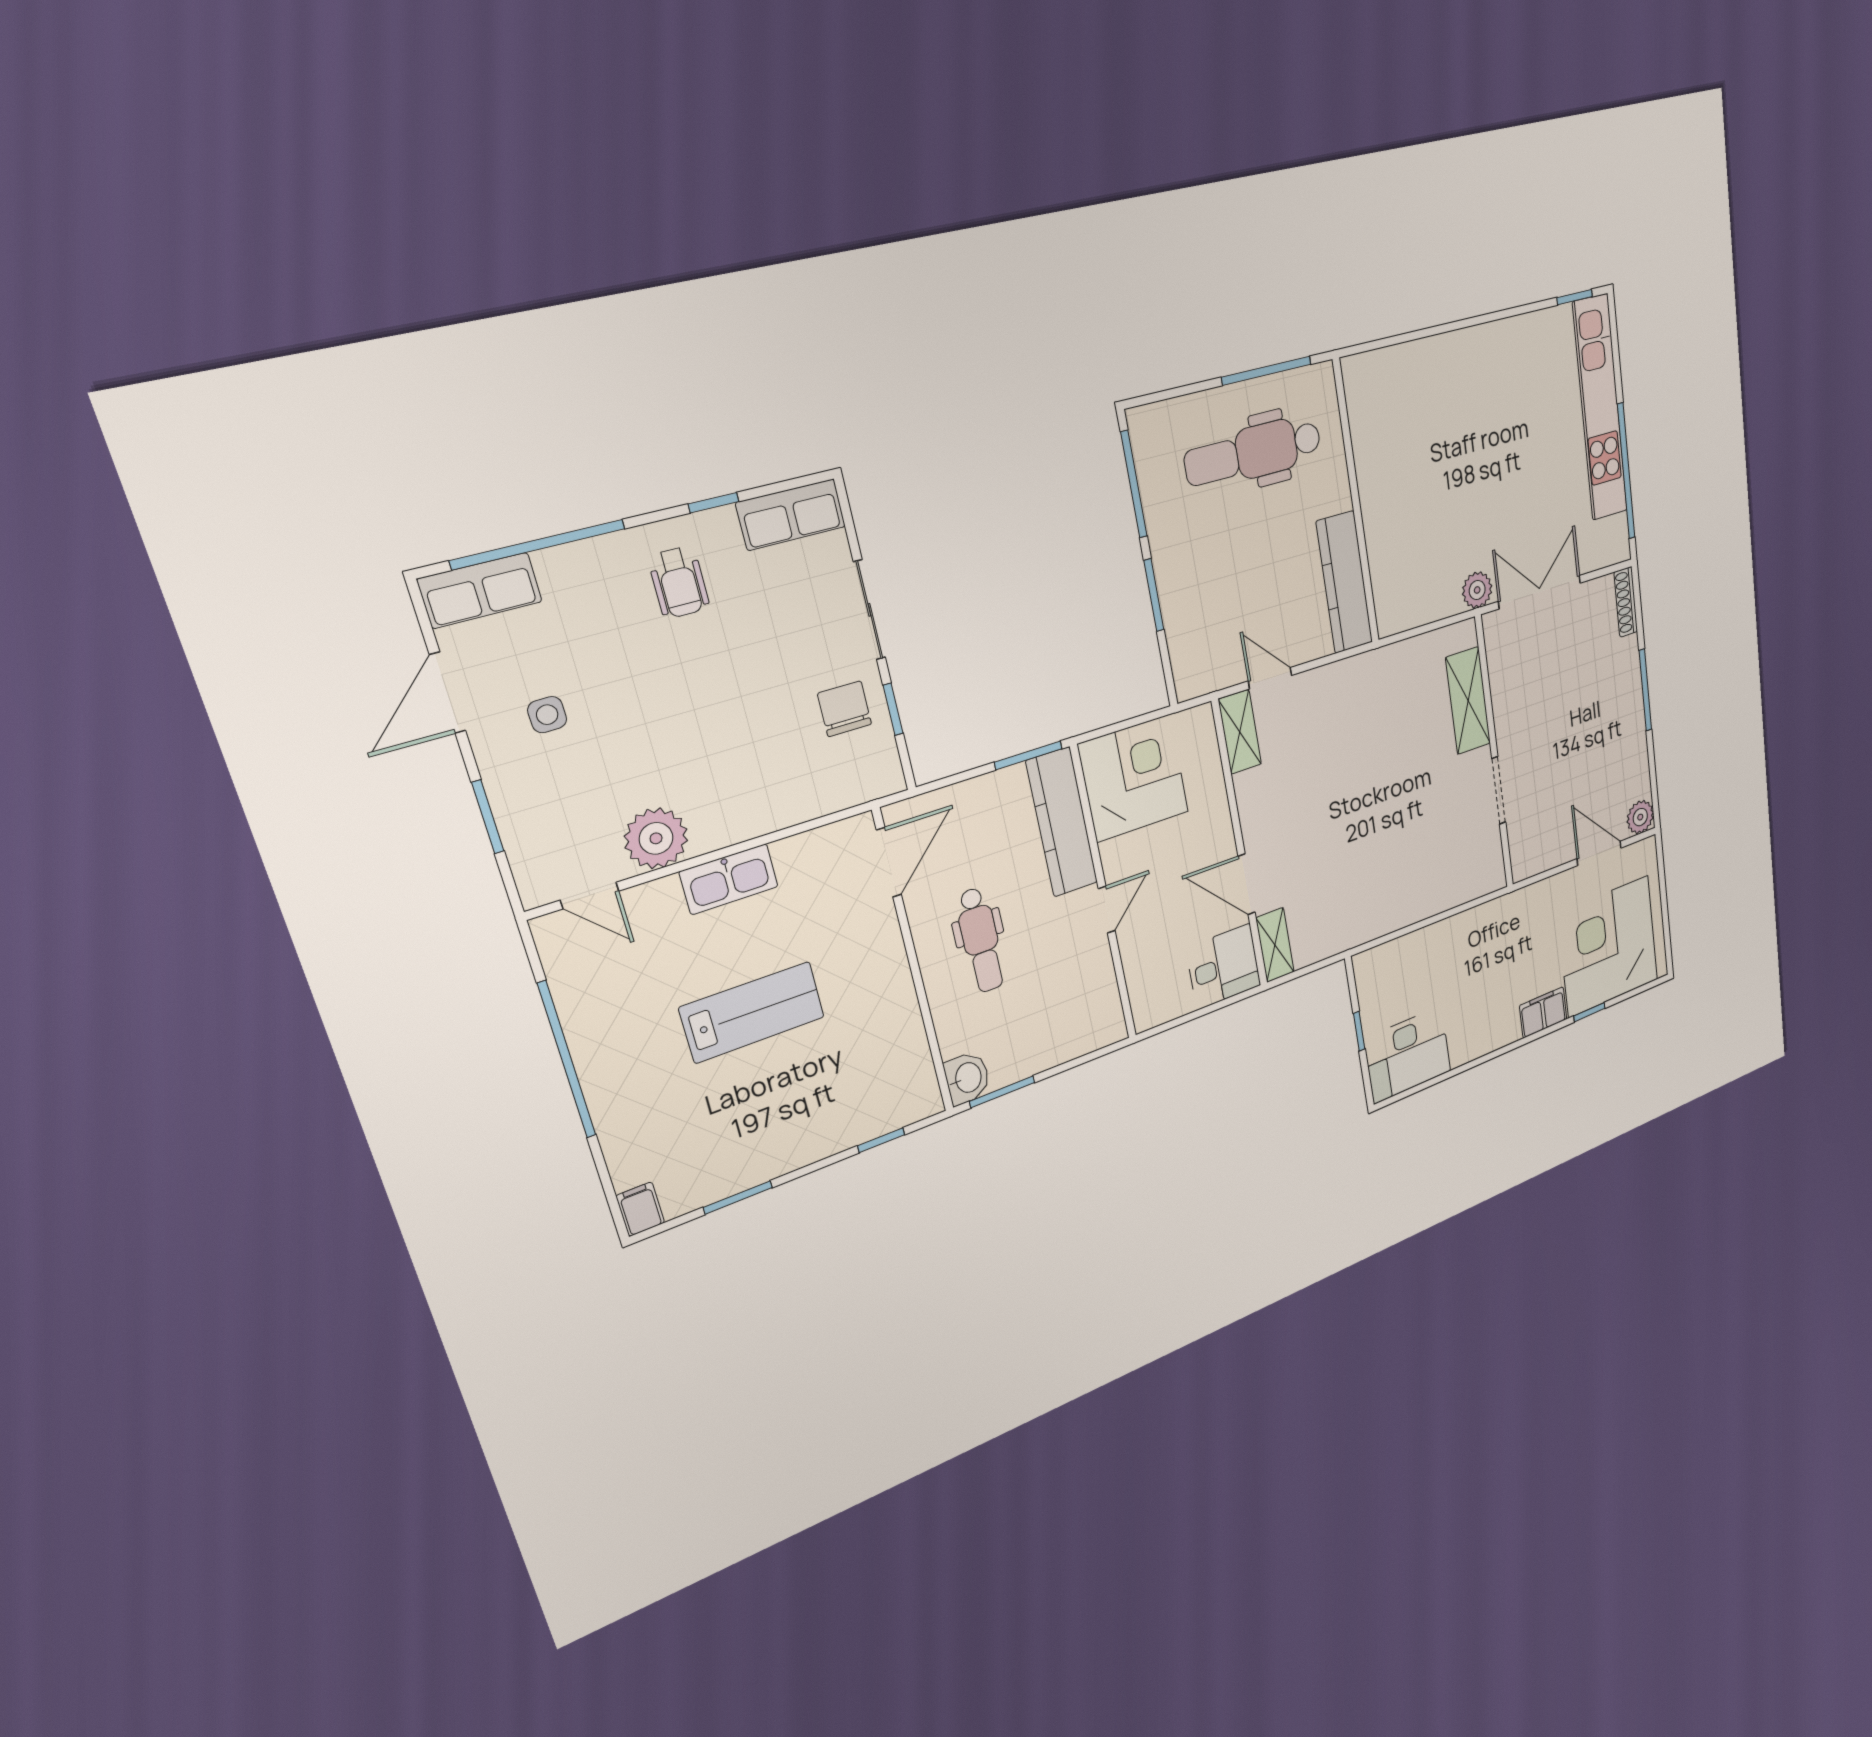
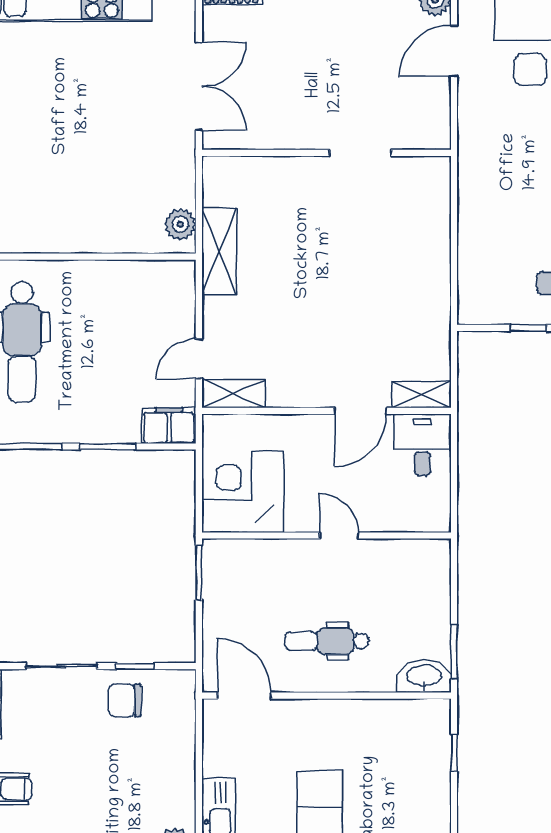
kitchen counter: (1344, 582) -> (141, 278), removed
plant: (1477, 590) -> (180, 224), moved
double door: (1540, 592) -> (199, 86), swing flipped
filing cabinet: (1191, 665) -> (169, 426), added
shelving: (1468, 701) -> (219, 251), moved, turned 90
kitchen counter: (1062, 822) -> (258, 557), removed
dental chair: (981, 940) -> (327, 641), turned 180
washbasin: (967, 1078) -> (424, 676), width x1.38

